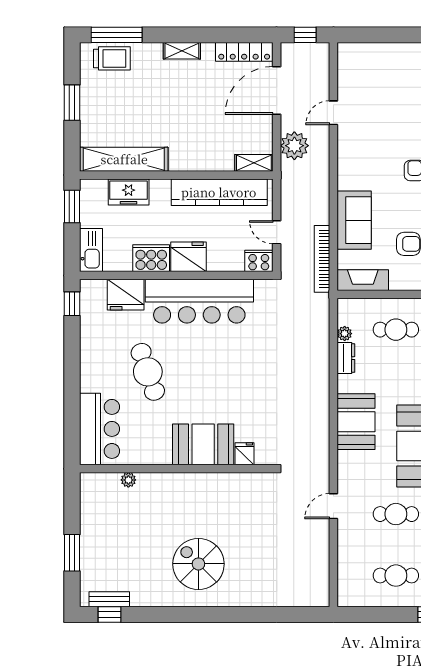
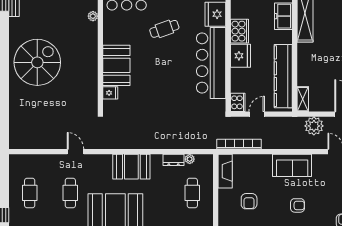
sofa: (354, 220) -> (292, 165), moved
cafe table: (148, 372) -> (164, 29), width x0.73, depth x0.74
spiral stairs: (198, 564) -> (37, 62), width x1.37, depth x1.37

